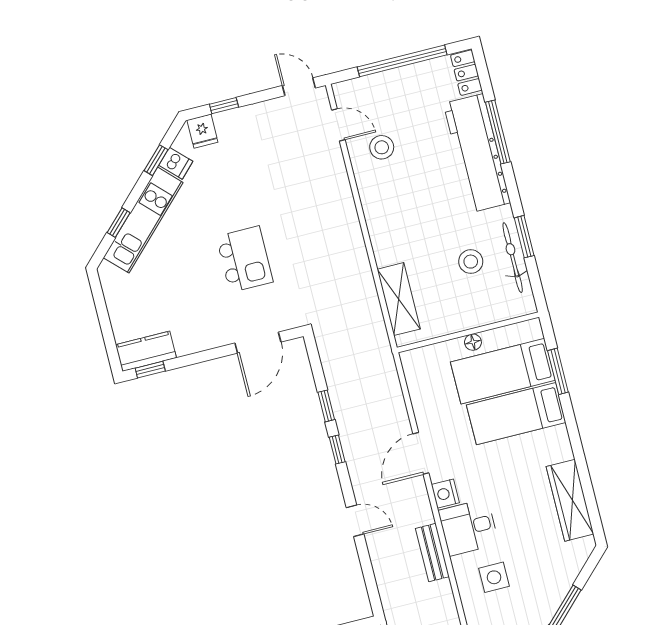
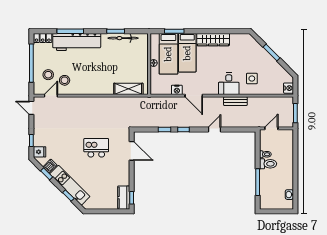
door: (299, 87) -> (31, 108), hinge flipped
stool: (471, 262) -> (48, 75), moved
nightstand: (445, 494) -> (177, 90), moved
wardrobe: (570, 500) -> (213, 40), moved

